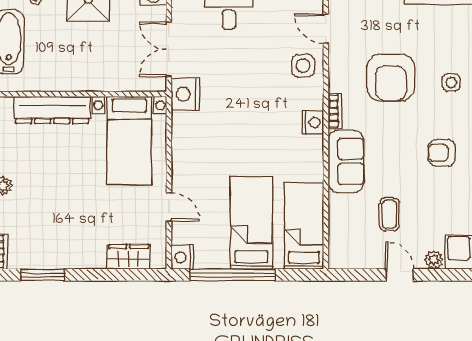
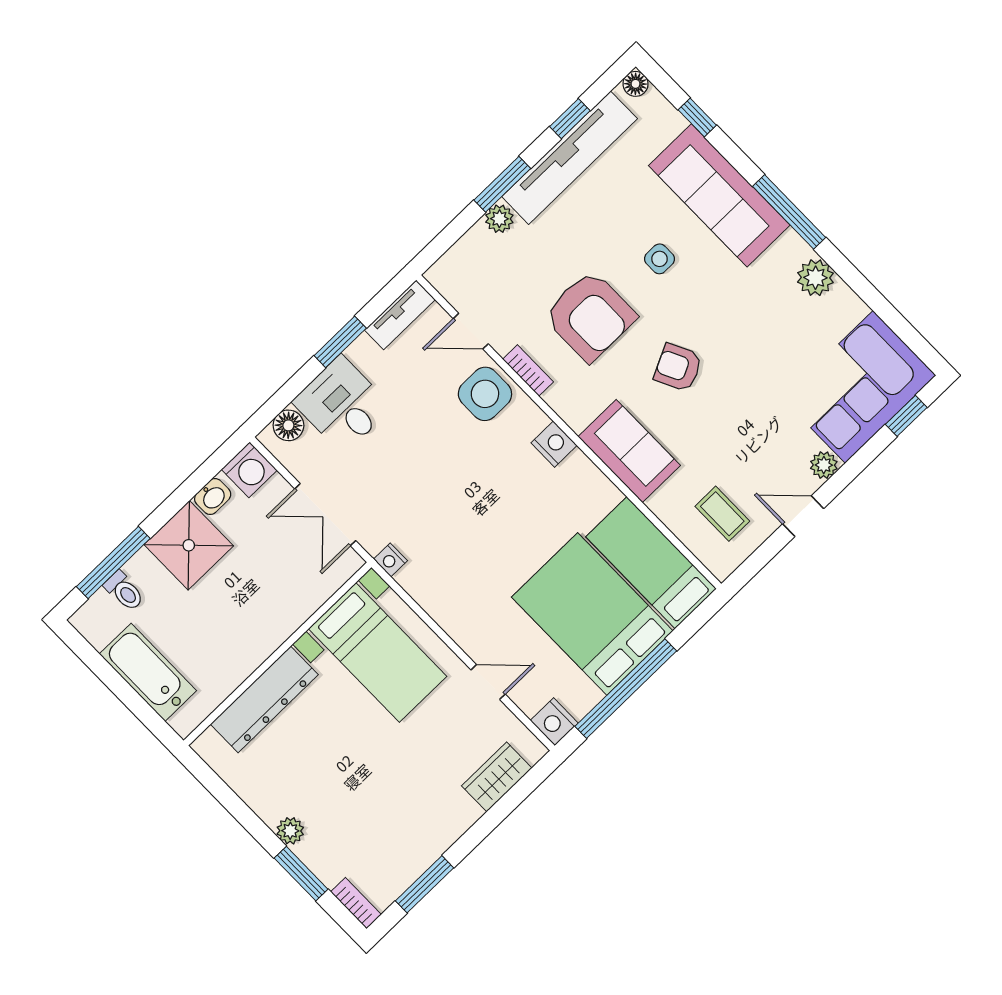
side table: (303, 66) -> (485, 394), width x1.37, depth x1.37
nightstand: (185, 94) -> (390, 560), width x0.53, depth x0.56
bookcase: (335, 111) -> (528, 370), moved
armchair: (442, 153) -> (678, 367), moved, turned 64
coffee table: (389, 214) -> (722, 514), moved
bed: (251, 223) -> (592, 614), width x1.50

